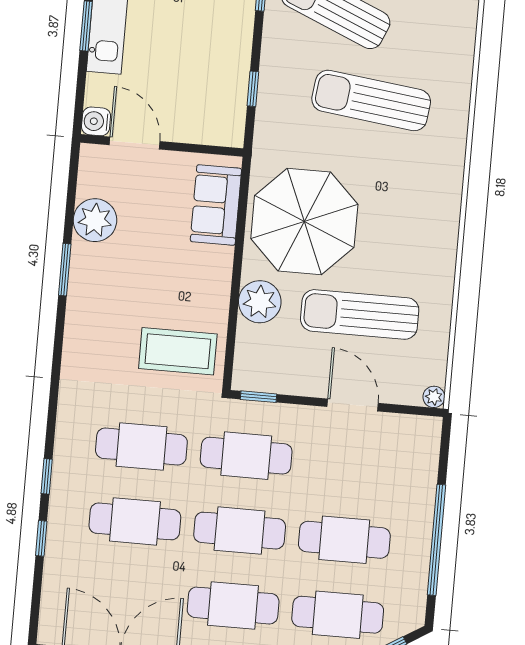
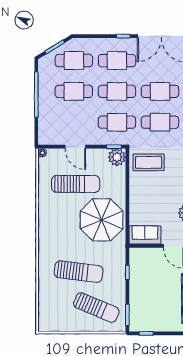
sofa: (216, 205) -> (145, 235), moved, turned -90
plant: (260, 302) -> (117, 157), moved

